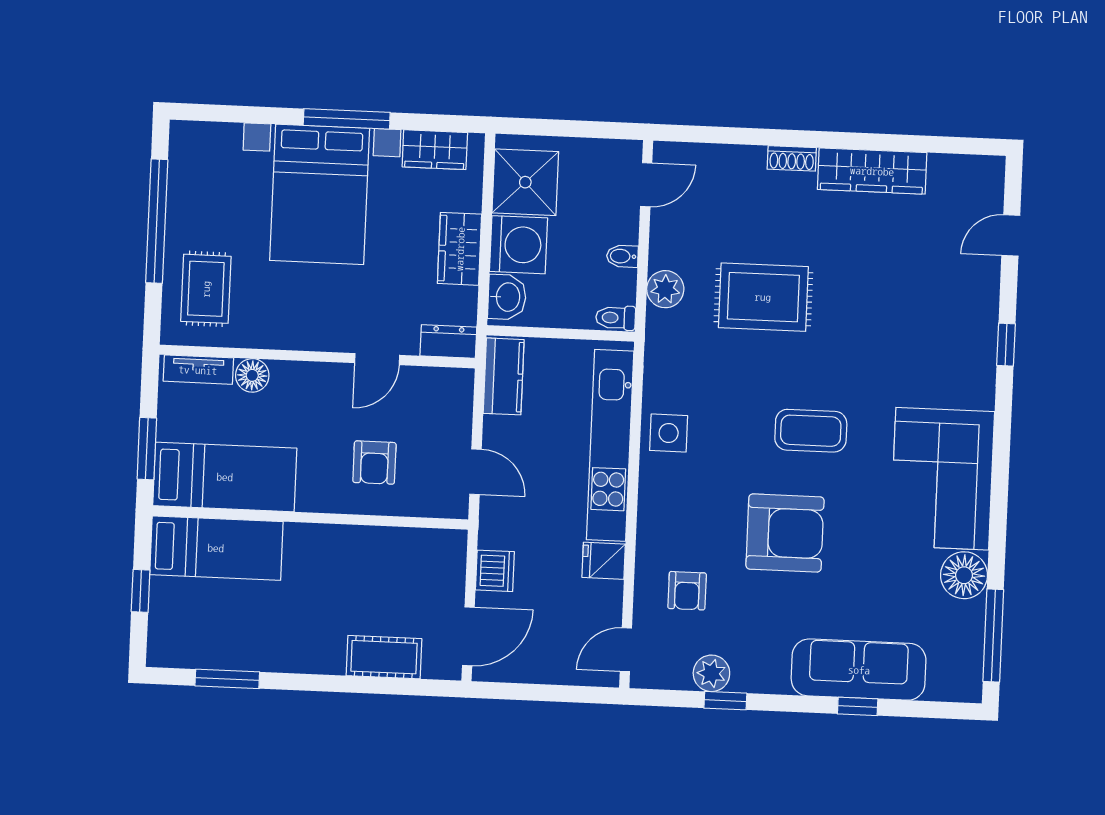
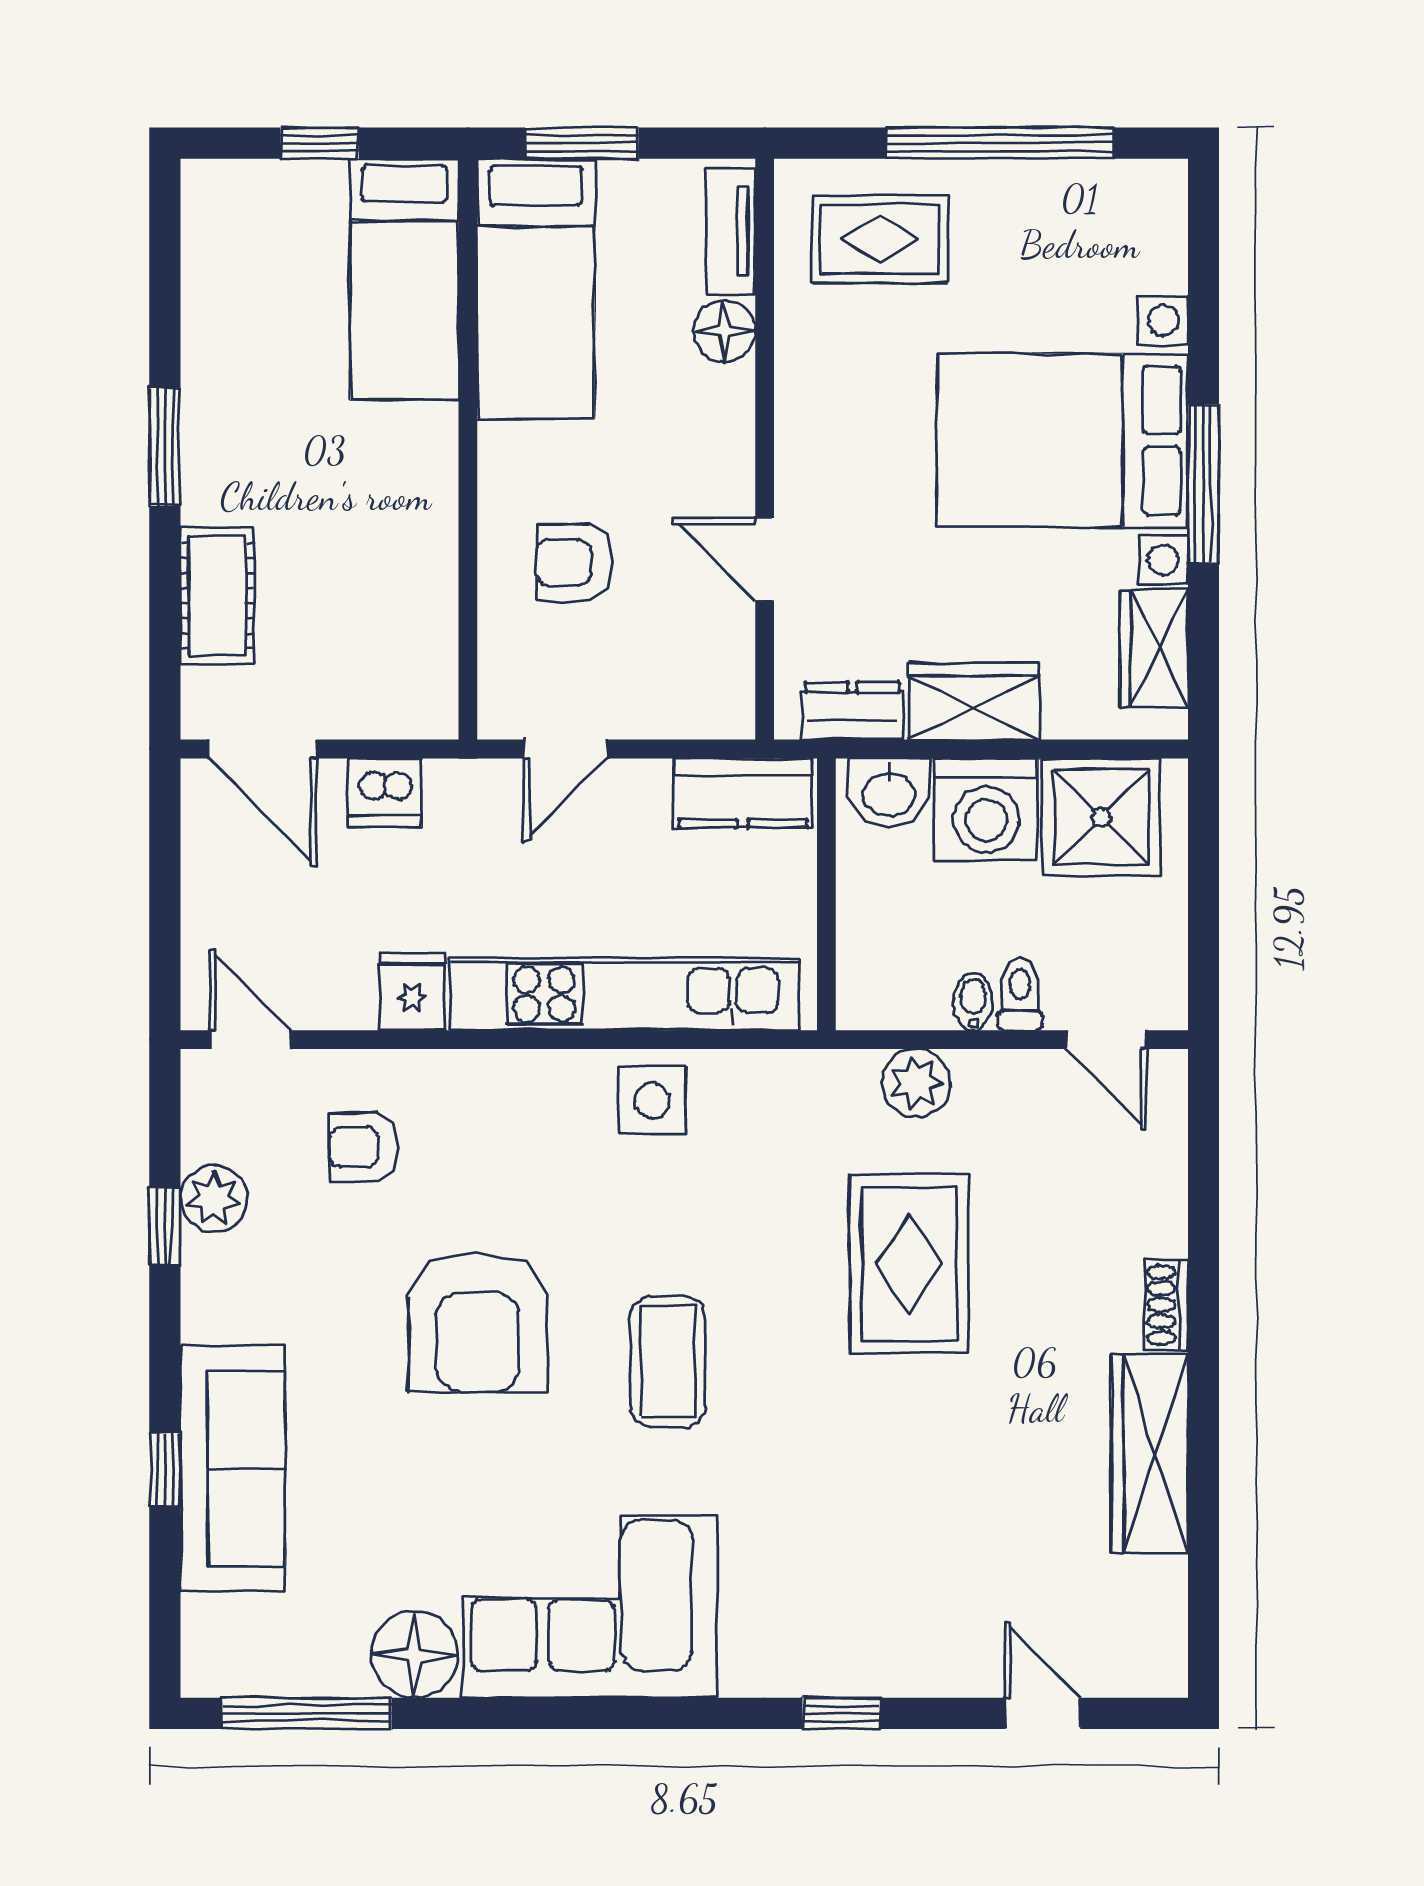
toilet: (616, 318) -> (1020, 994), moved
dresser: (448, 341) -> (852, 711), moved, turned -90
window: (227, 679) -> (165, 447), moved

